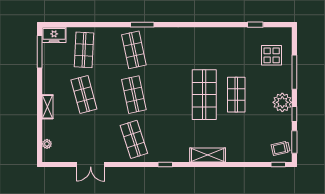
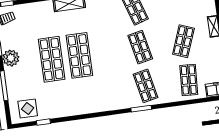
display table: (272, 55) -> (28, 108), moved
shop shelf: (84, 95) -> (183, 41), turned 36
shop shelf: (236, 95) -> (52, 59), width x1.43, depth x1.36

